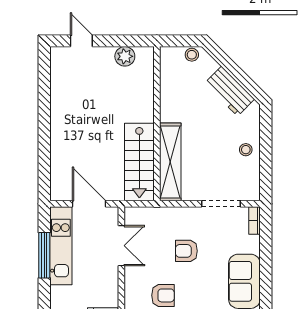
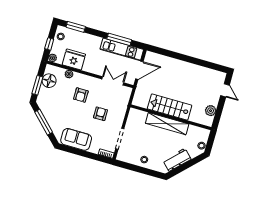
door: (81, 41) -> (225, 90), hinge flipped
stairs: (139, 162) -> (170, 107), moved
shelving: (170, 162) -> (167, 124), moved
double door: (121, 246) -> (113, 81), swing flipped

